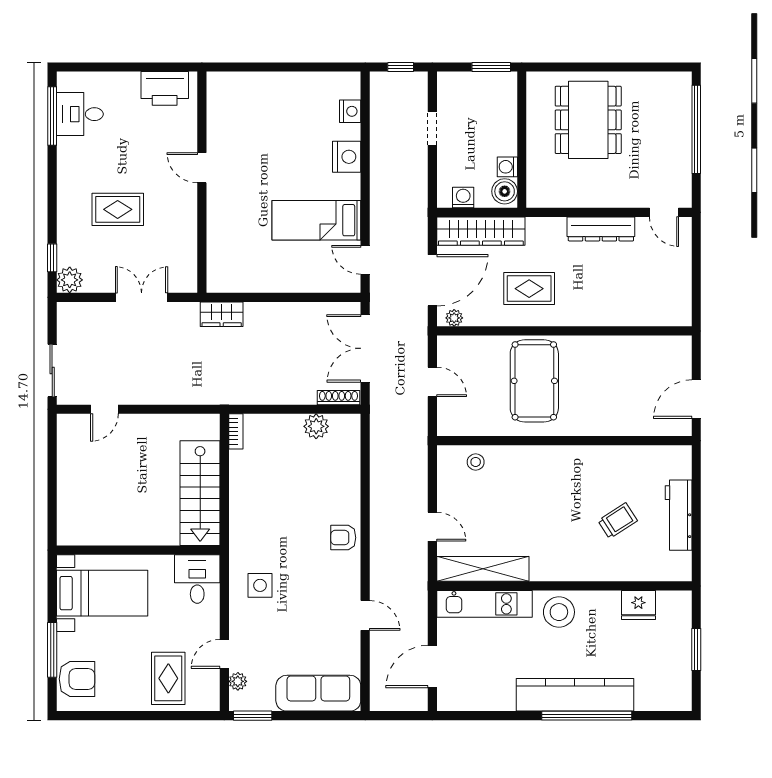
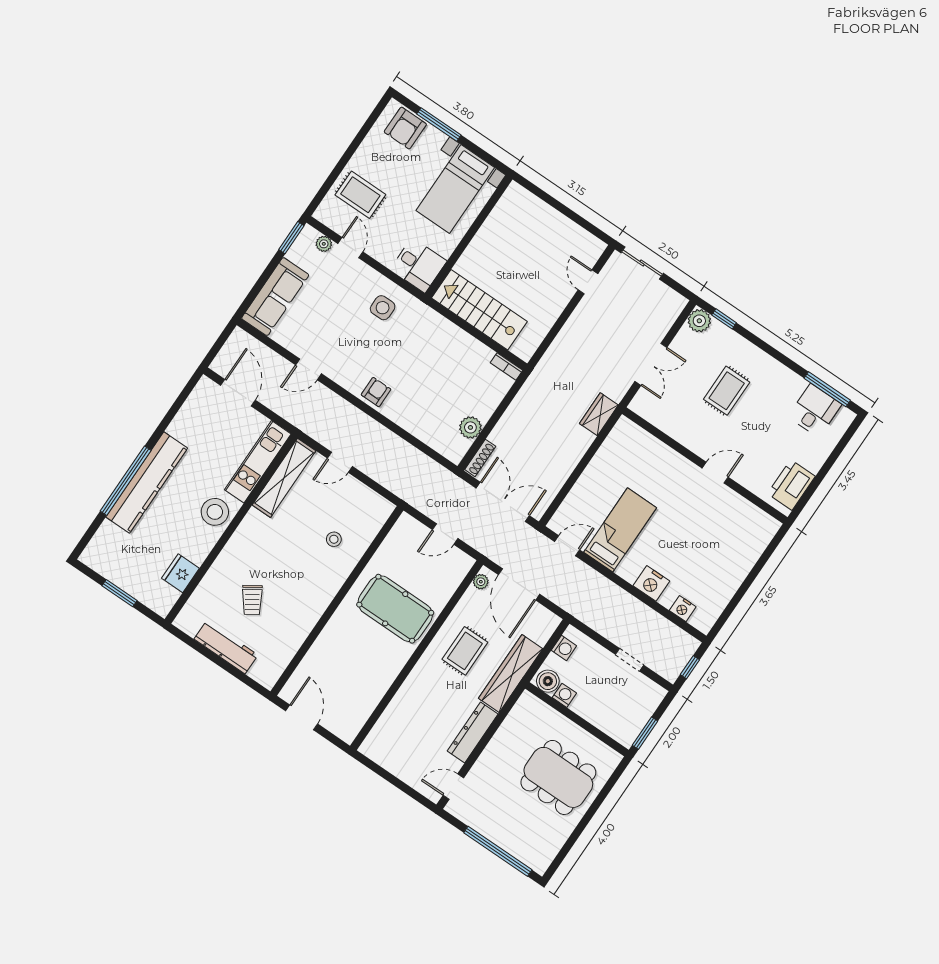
wardrobe: (481, 231) -> (511, 674), moved
stool: (476, 462) -> (334, 539), moved

